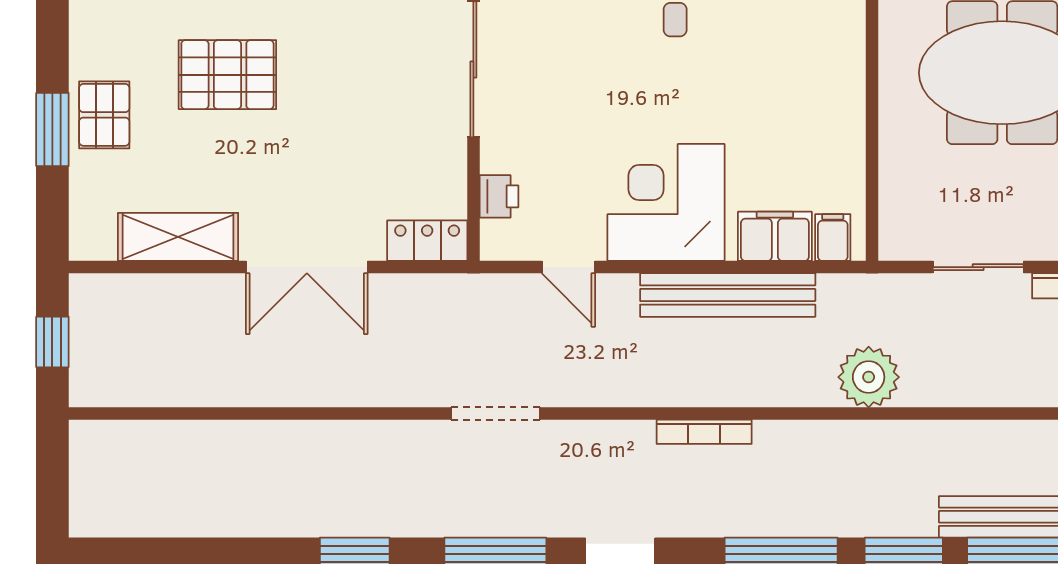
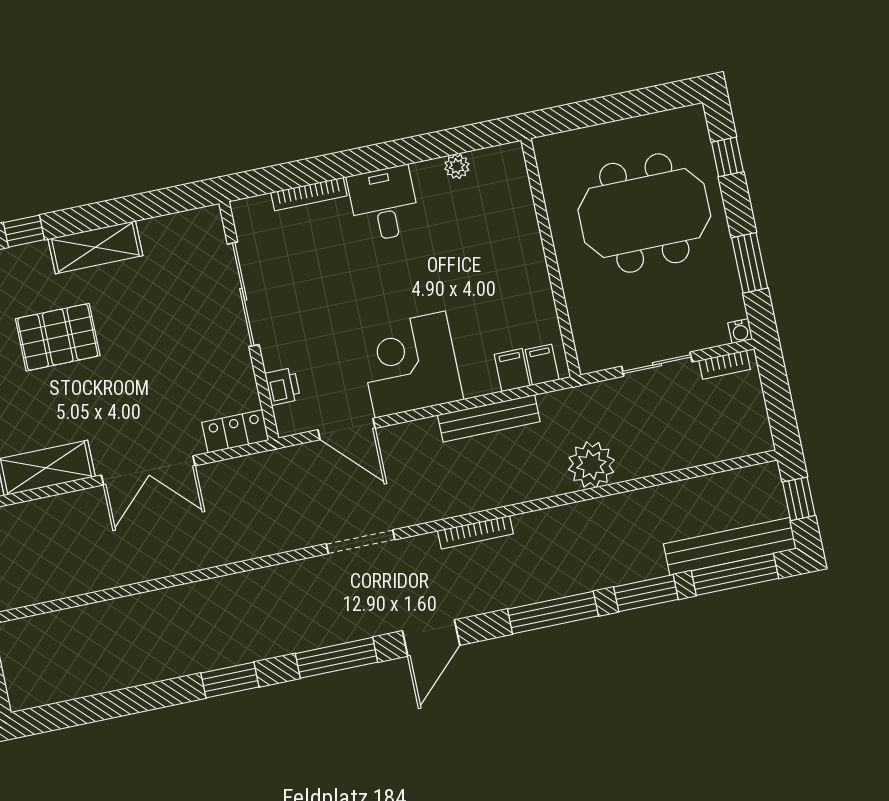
filing cabinet: (775, 236) -> (512, 370), width x0.50
door: (568, 267) -> (346, 429), width x1.38
bench: (728, 295) -> (489, 418), width x0.73, depth x0.82
doorway: (495, 414) -> (360, 542), moved

